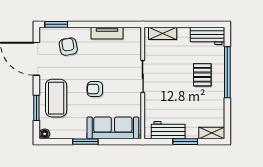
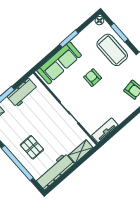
tv unit: (107, 33) -> (105, 130), moved
workbench: (207, 36) -> (55, 171), width x1.38
armchair: (95, 89) -> (93, 78), turned -90

